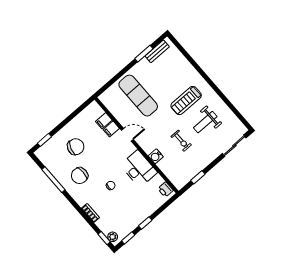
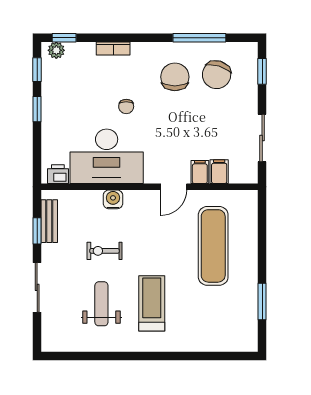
bench: (157, 51) -> (49, 221), moved
exercise mat: (138, 96) -> (213, 246), turned 90
sliding door: (73, 115) -> (262, 138), added
sliding door: (234, 146) -> (37, 287), moved
chair: (76, 147) -> (217, 75), moved
desk: (139, 169) -> (107, 156), width x1.36, depth x1.30

